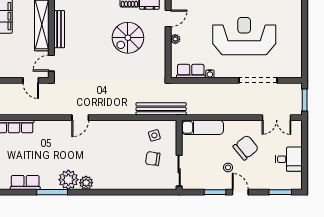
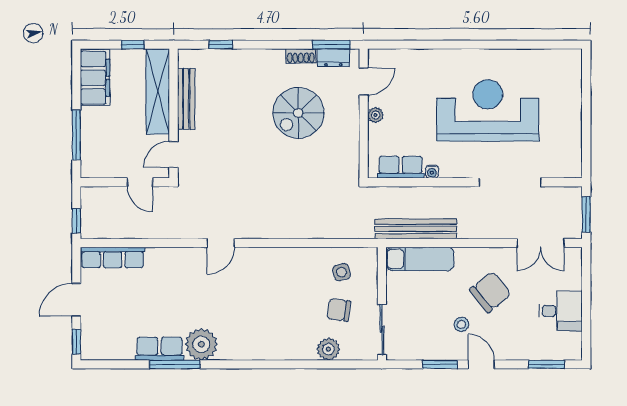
bench: (161, 109) -> (416, 229), moved
row of seats: (25, 182) -> (160, 349), moved
plant: (86, 183) -> (328, 349), moved

